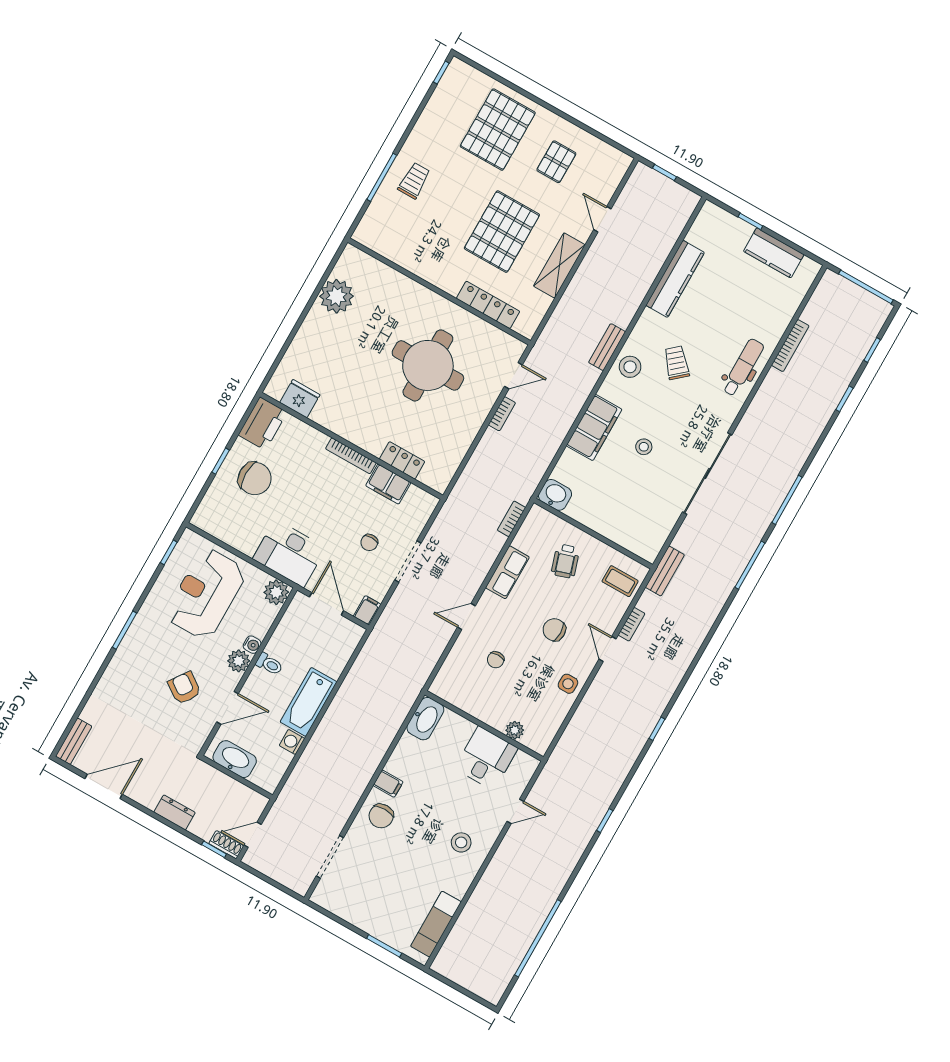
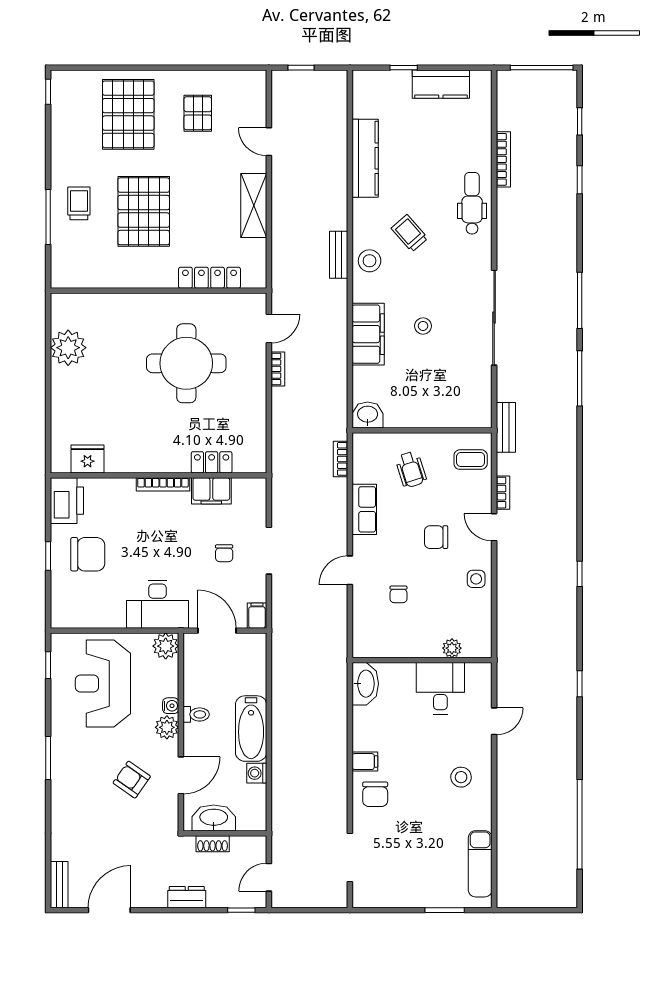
pallet: (502, 232) -> (144, 211), moved
shoe rack: (226, 845) -> (213, 844), moved, turned 180

